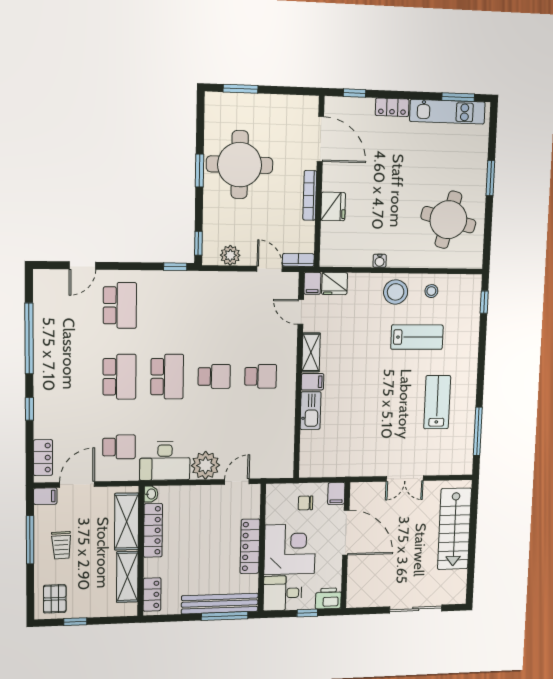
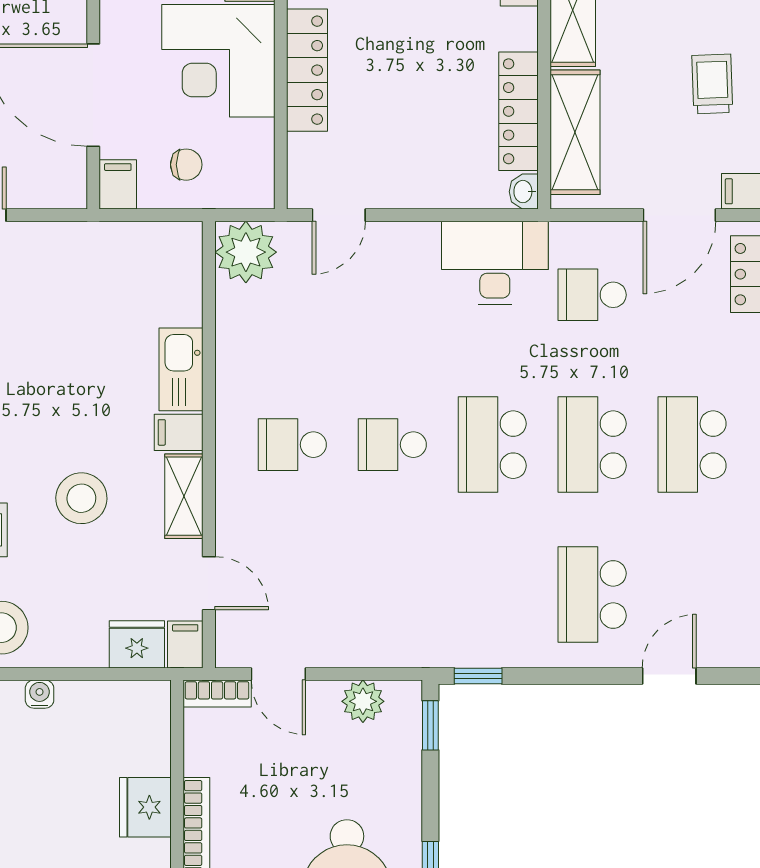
stool: (357, 351) -> (81, 498), added
school desk: (71, 377) -> (692, 445), added
plant: (205, 465) -> (246, 252), moved

